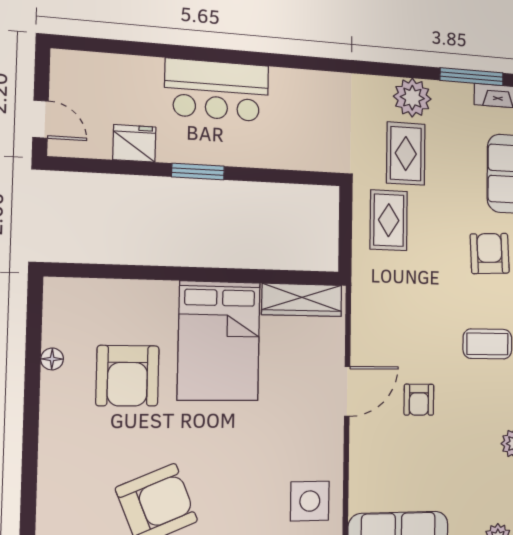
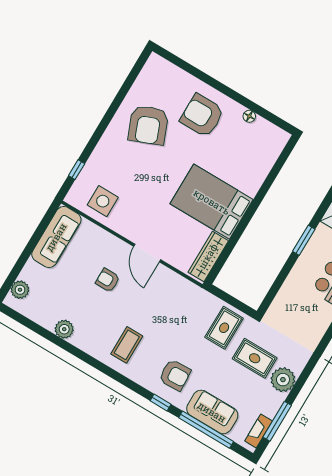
rug: (389, 220) -> (224, 328), turned 90
armchair: (128, 376) -> (202, 116), moved
armchair: (419, 400) -> (108, 280), moved

